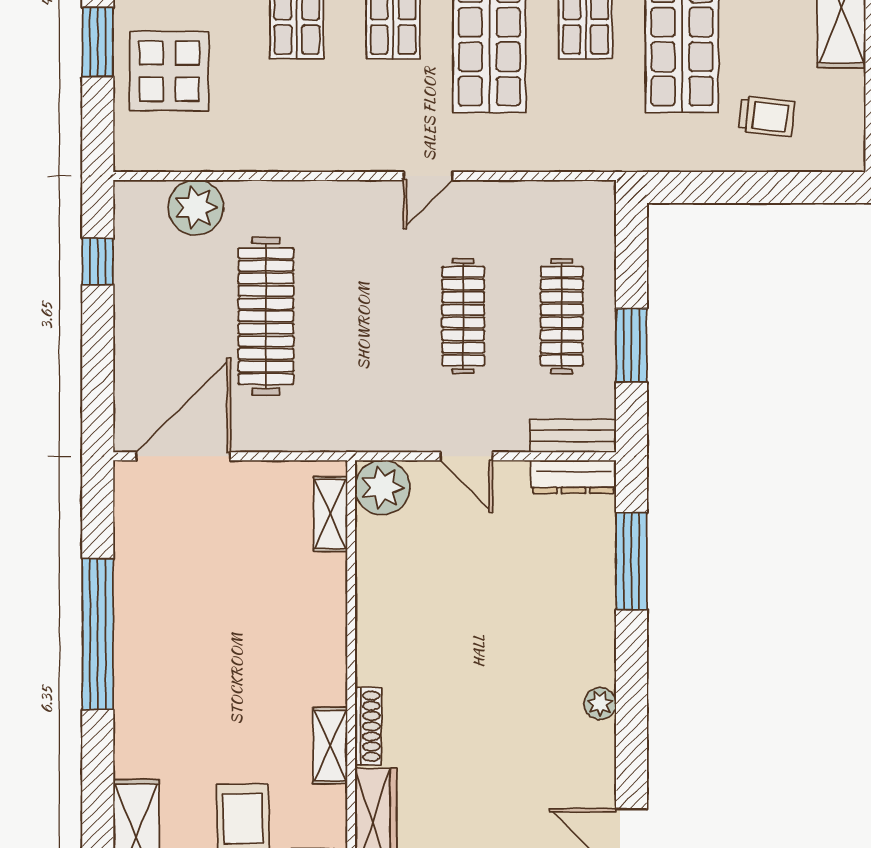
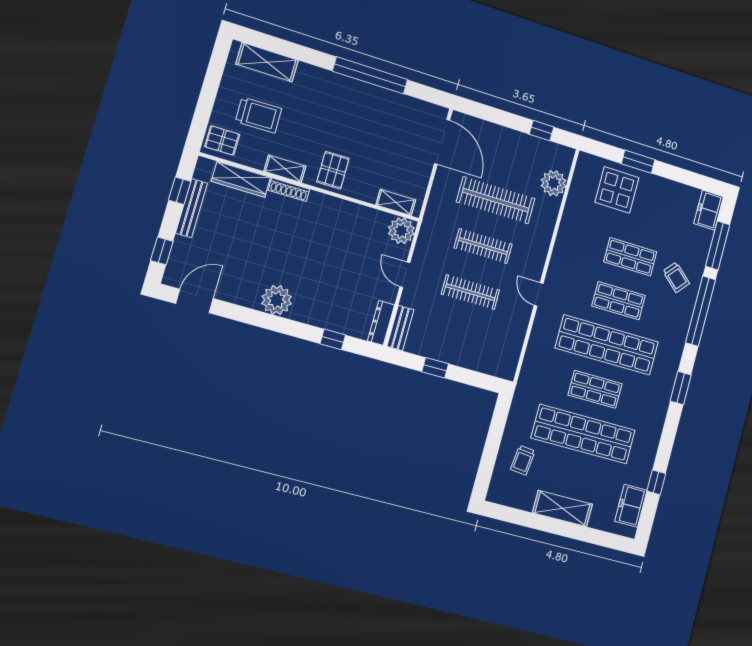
clothes rail: (562, 316) -> (483, 246), moved
window: (631, 345) -> (435, 368), width x0.67
door: (466, 456) -> (405, 275), hinge flipped
window: (631, 561) -> (333, 339), width x0.46
pallet: (305, 653) -> (333, 170), added
plant: (600, 704) -> (277, 300), width x1.87, depth x1.87

